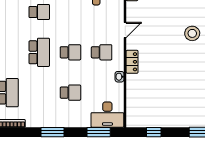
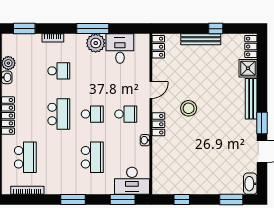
stool: (192, 33) -> (189, 108), moved
school desk: (70, 93) -> (92, 157), width x1.85

